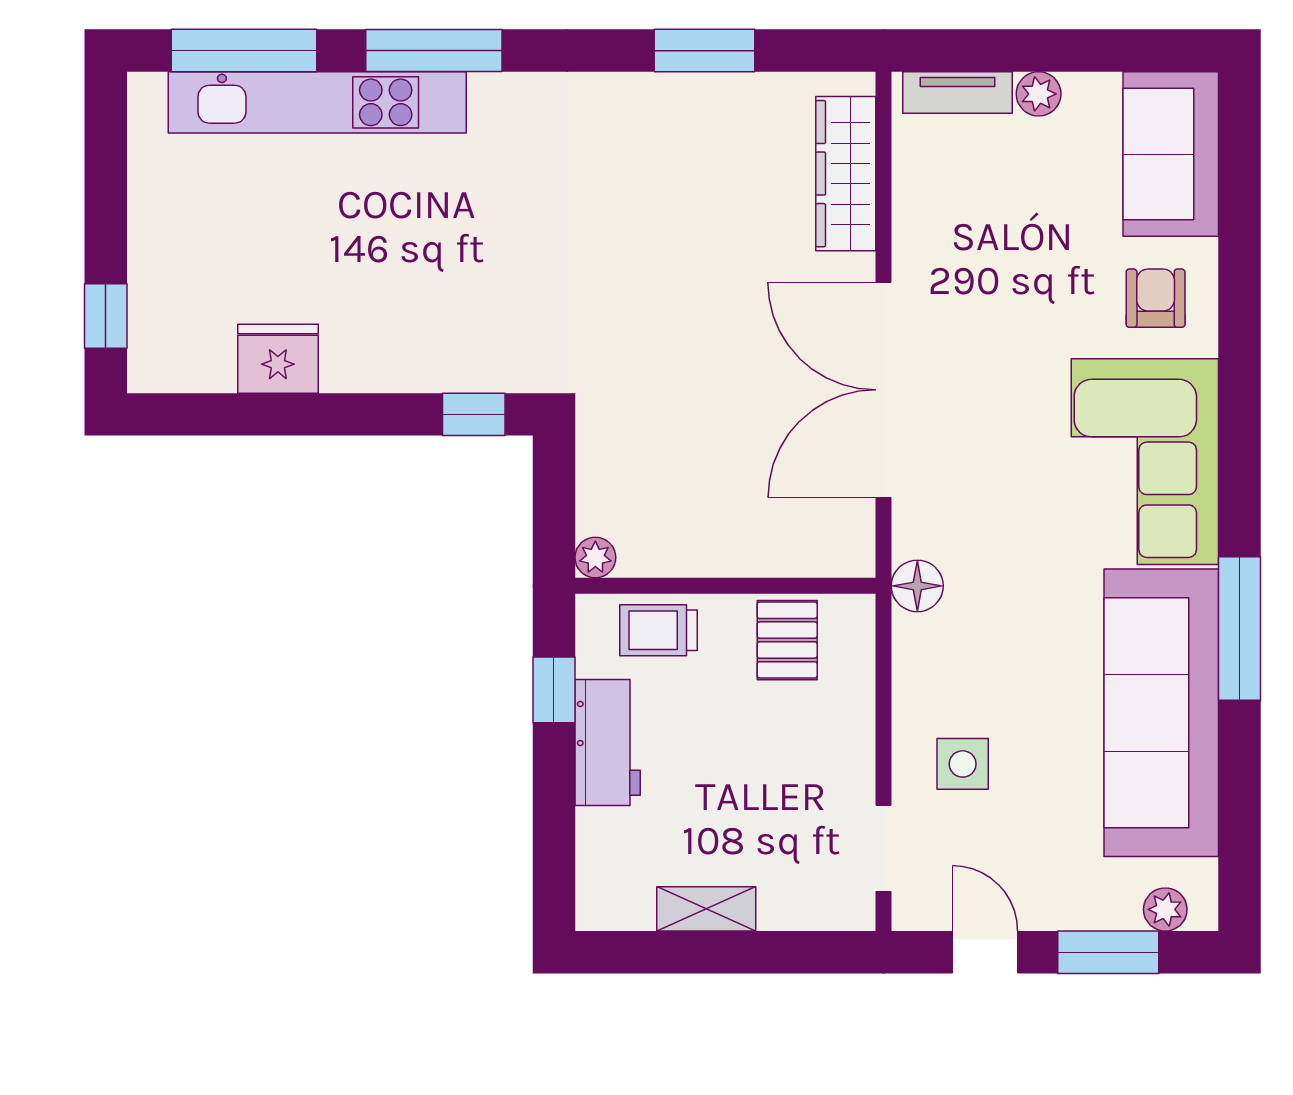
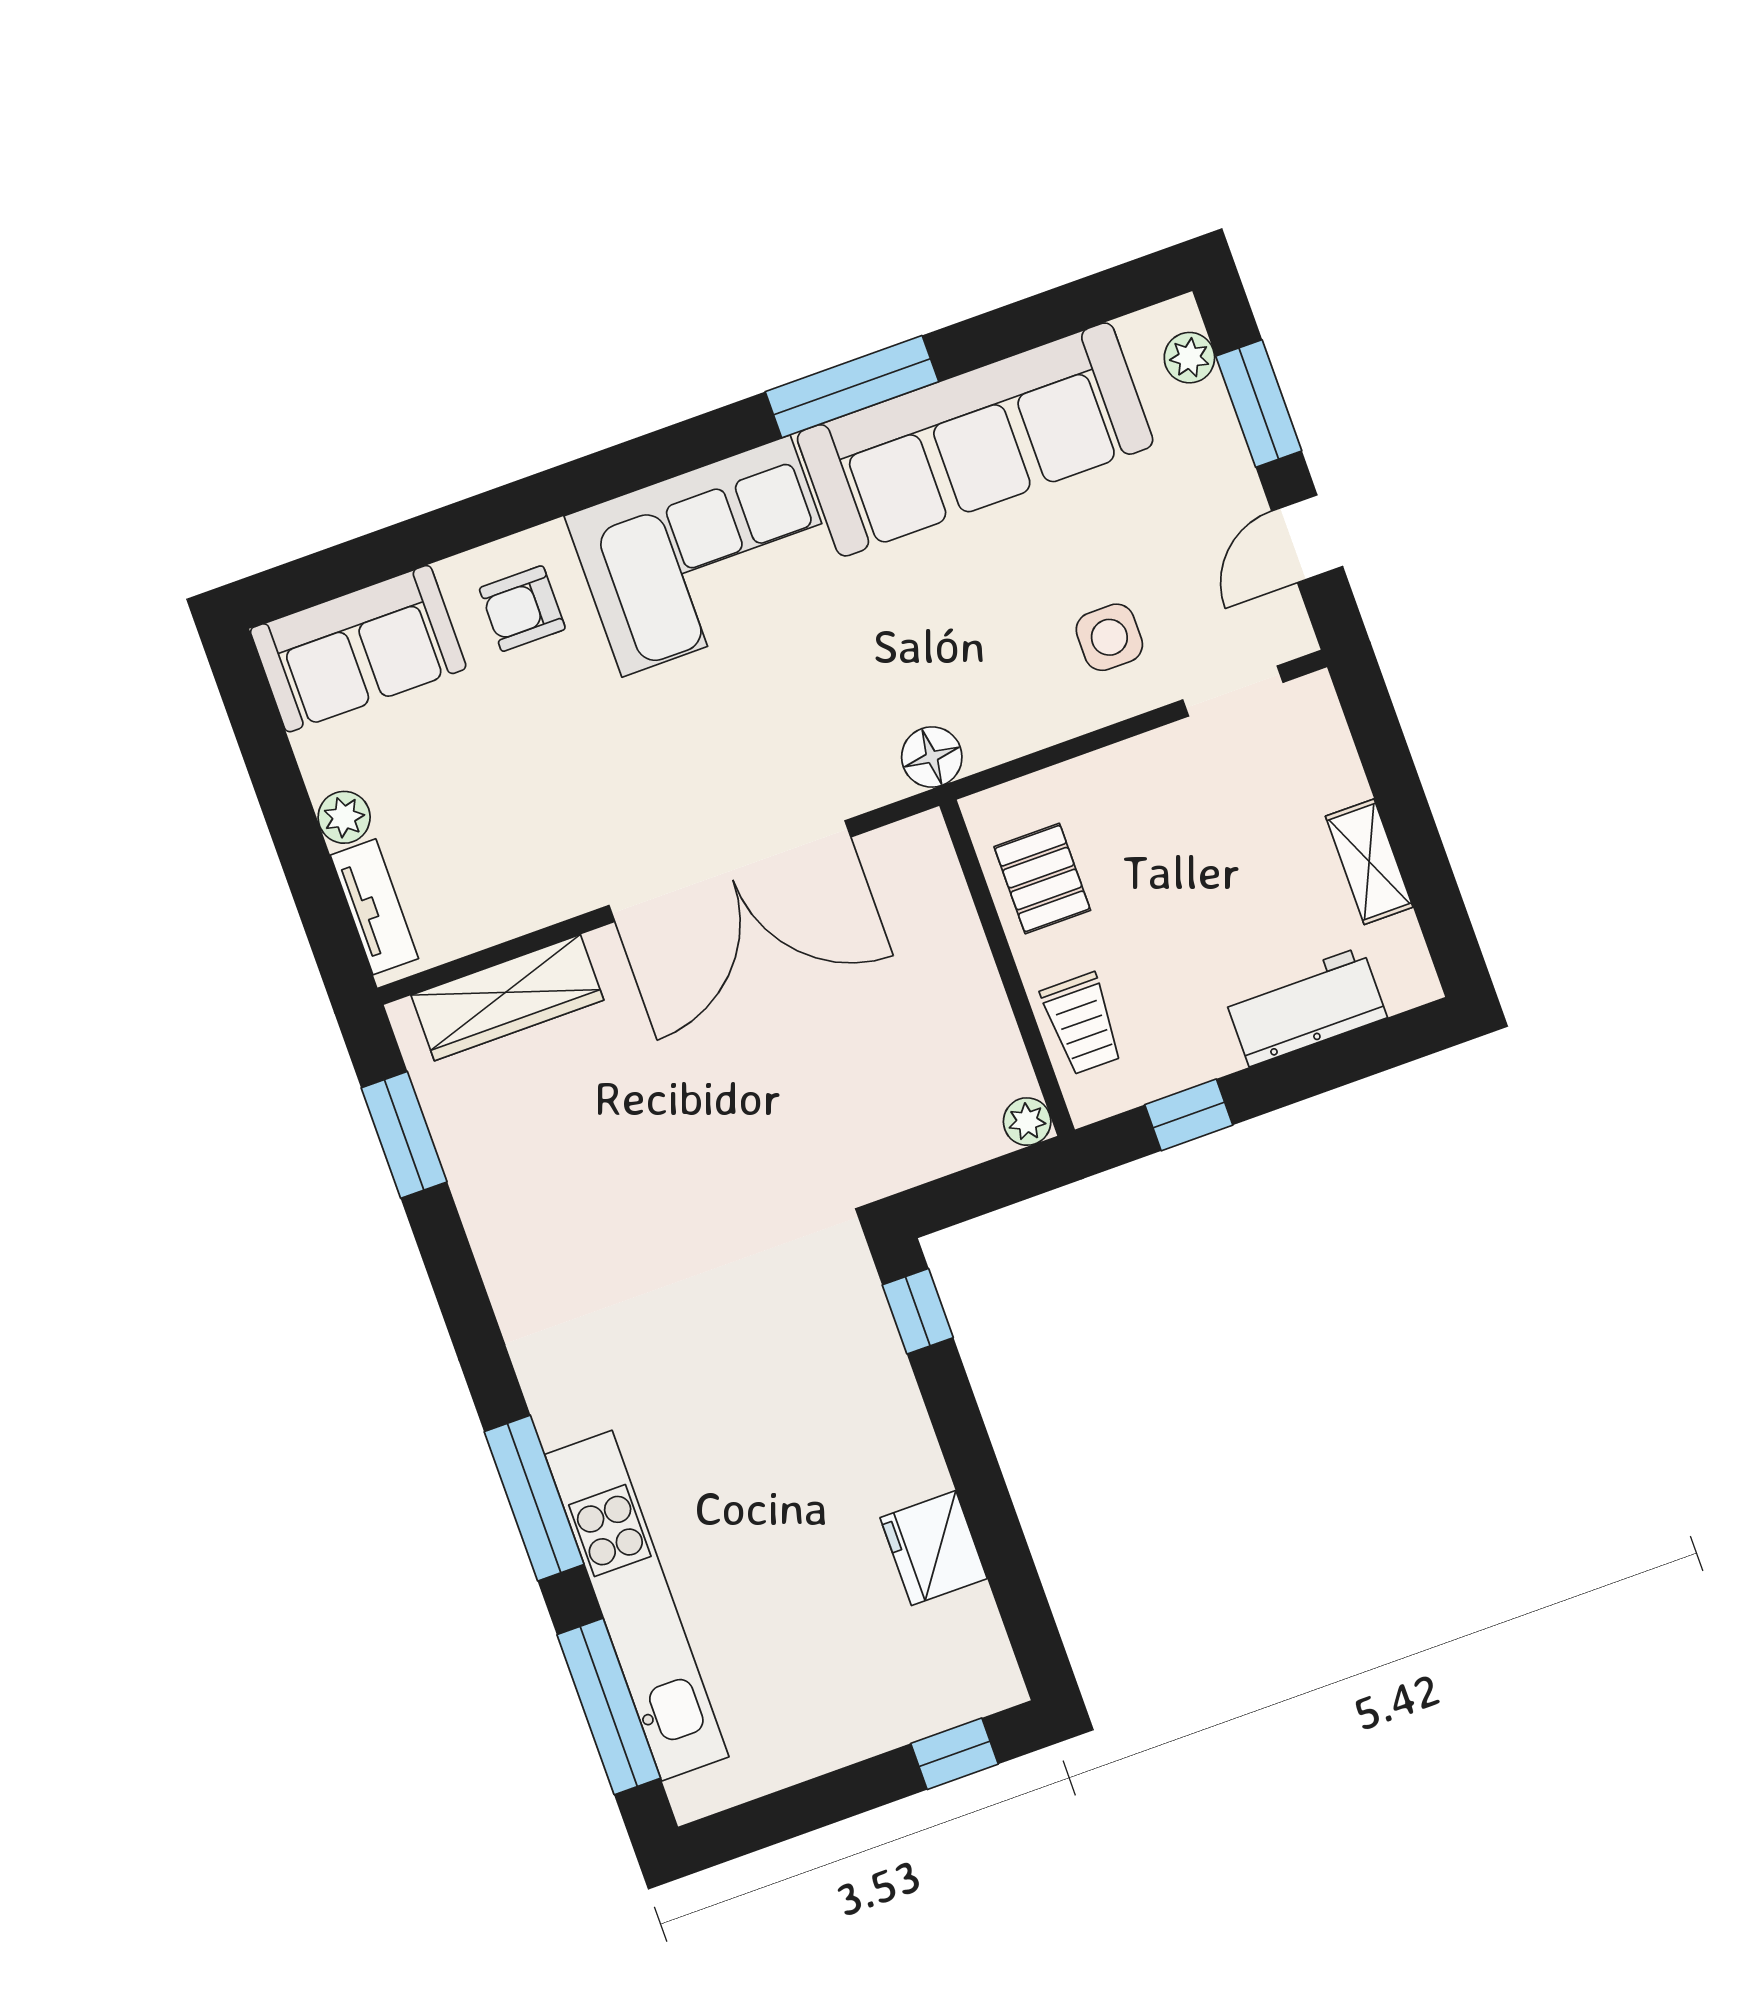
window: (704, 51) -> (404, 1135), moved
pallet: (787, 640) -> (1042, 879), turned 90
workbench: (608, 742) -> (1305, 1007), moved

